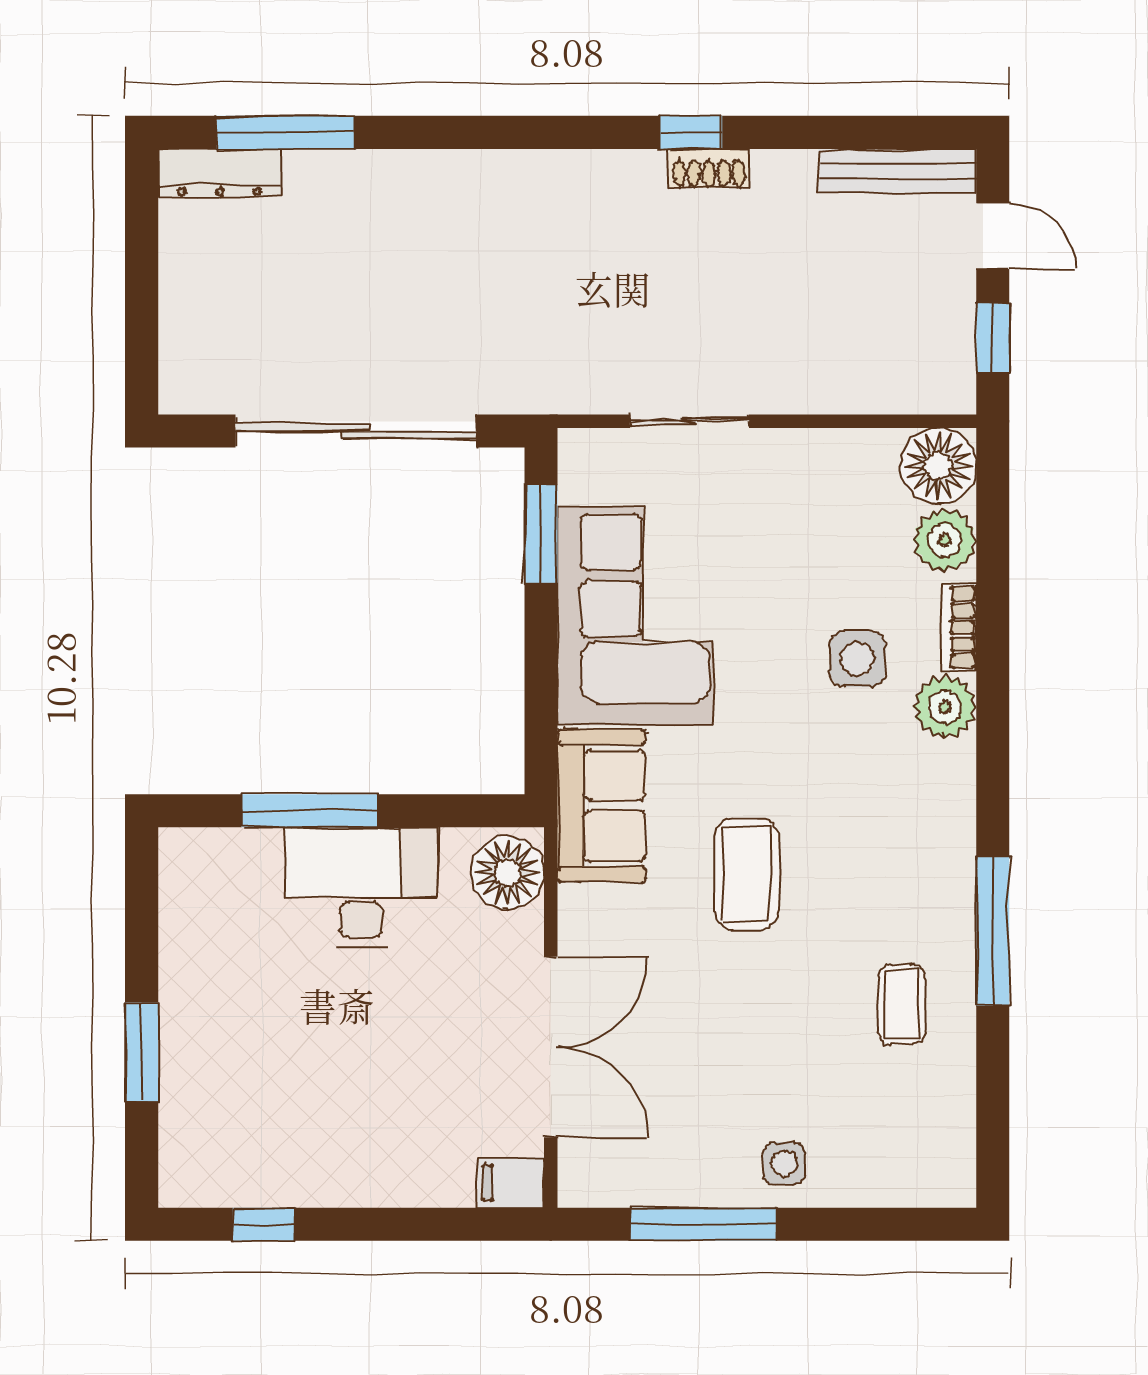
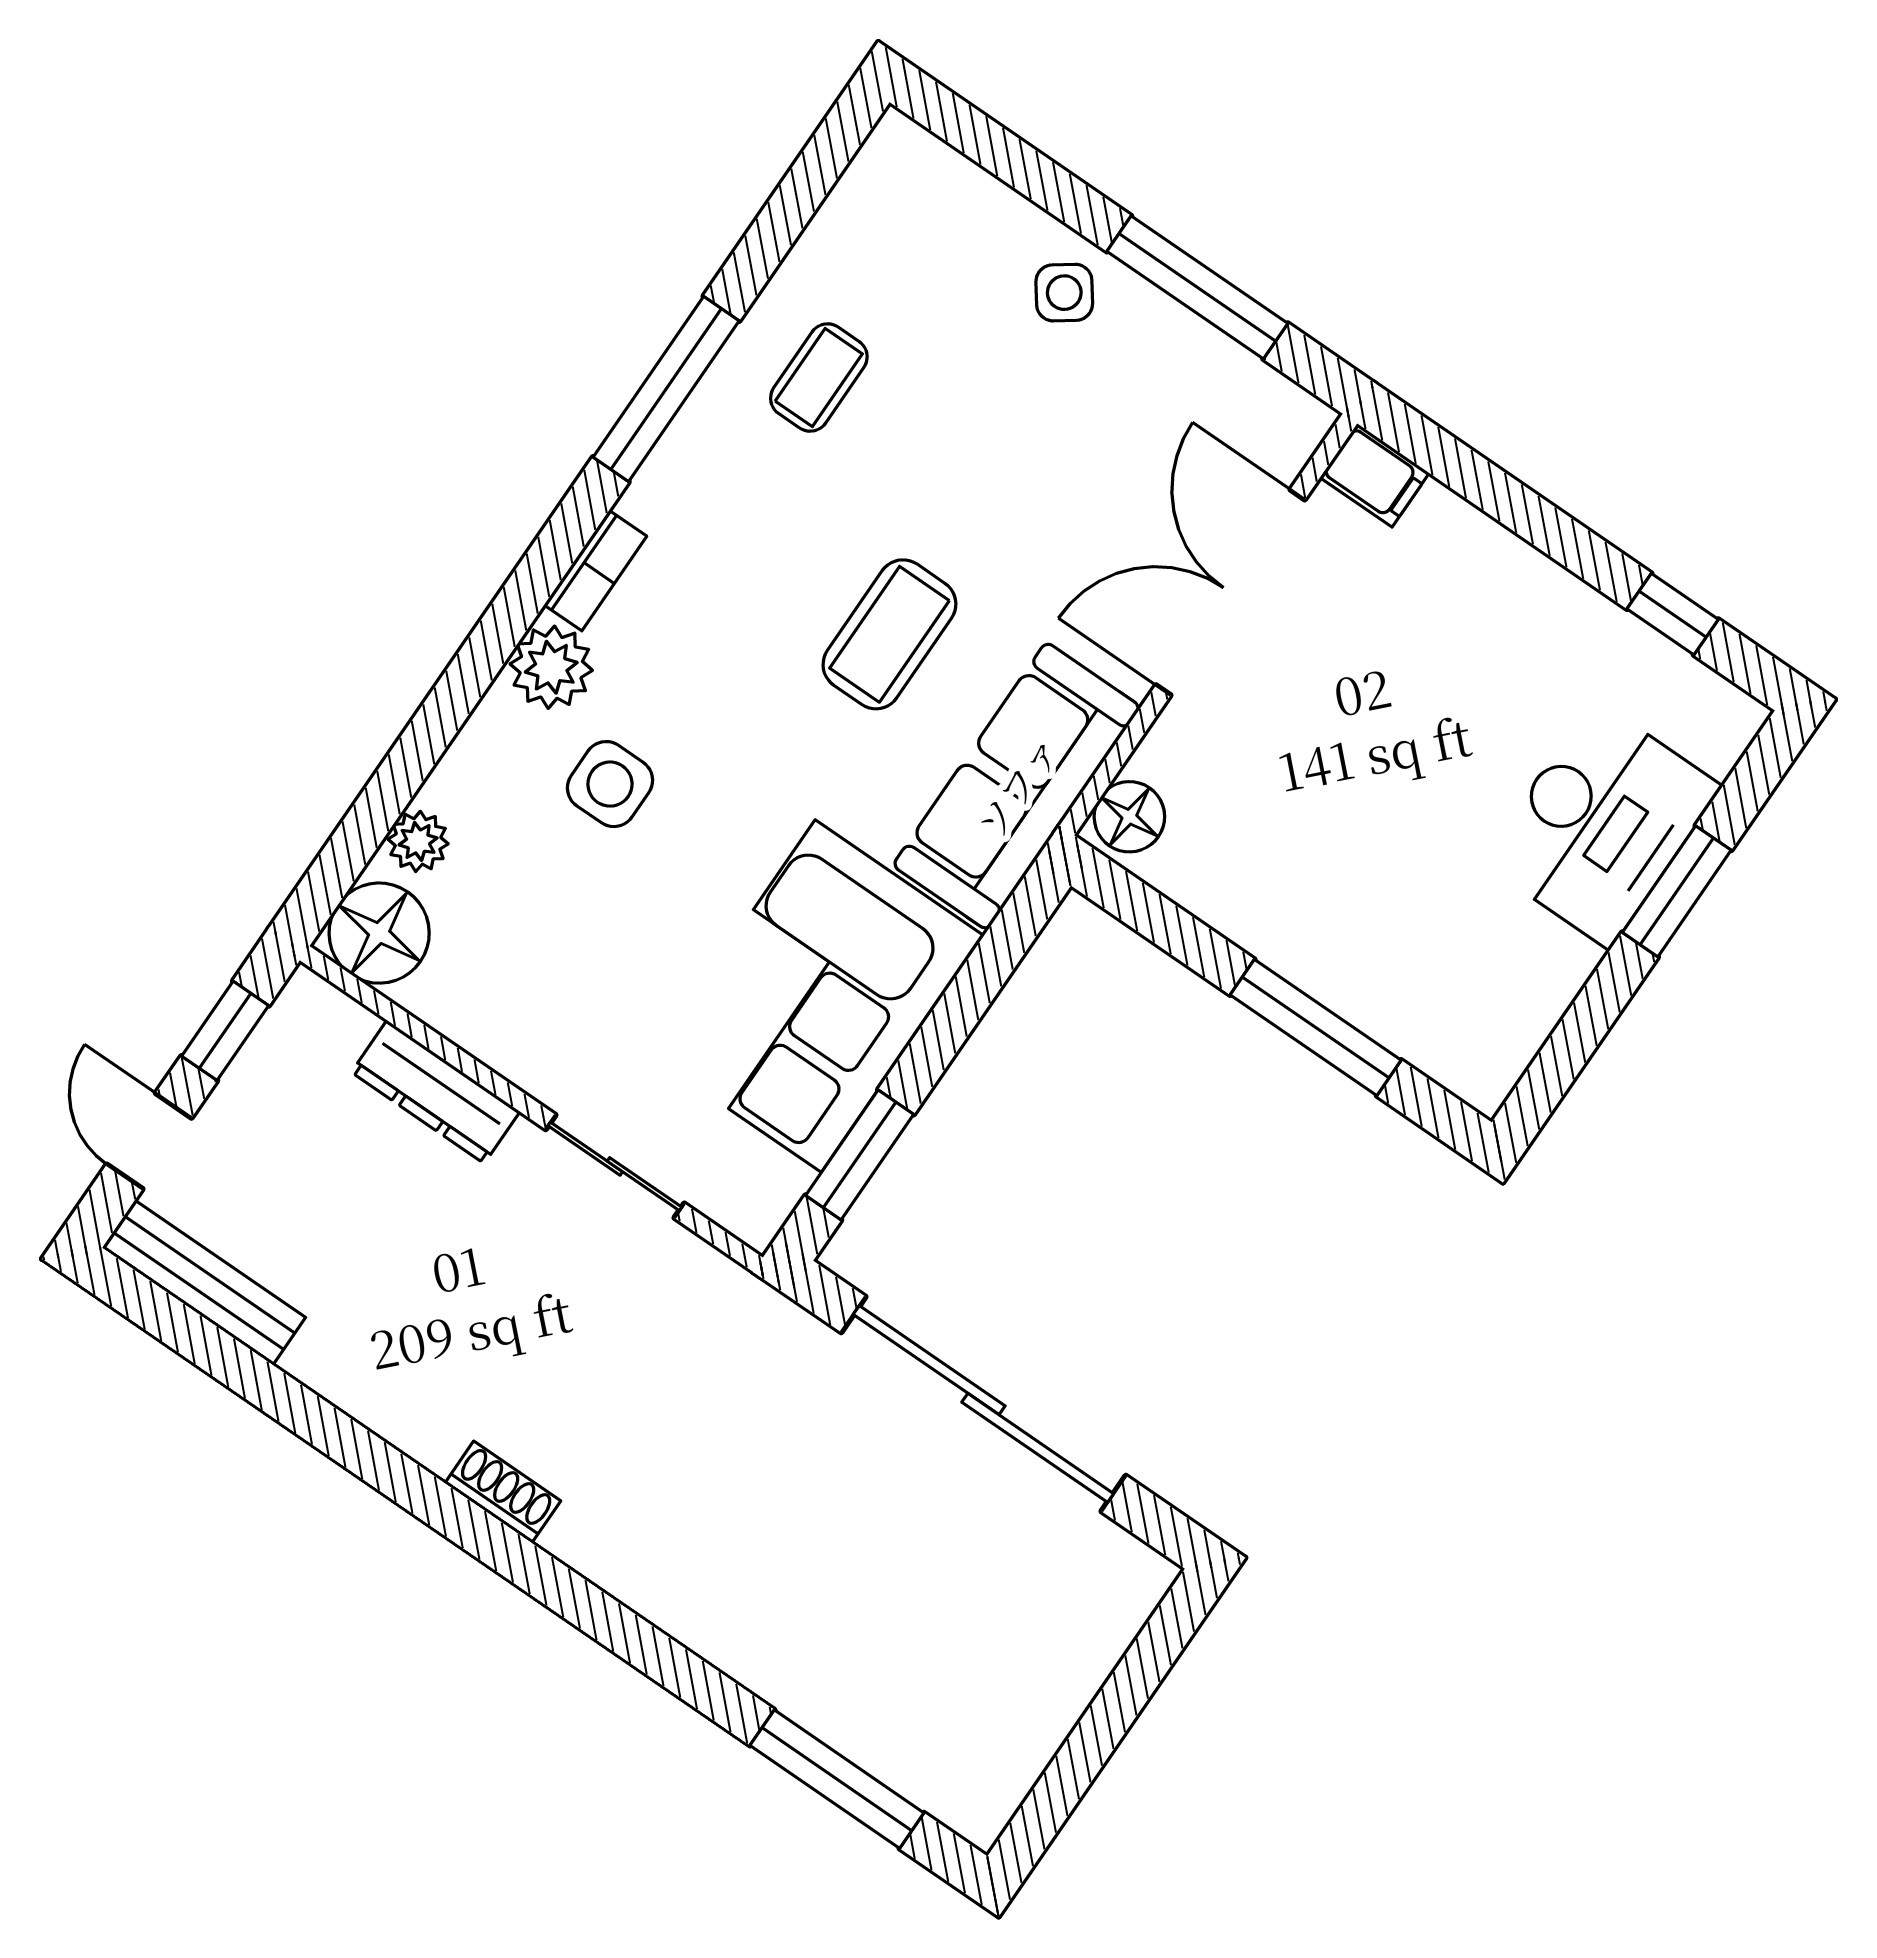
window: (691, 132) -> (399, 1478), removed
shoe rack: (709, 168) -> (503, 1492), moved
dresser: (220, 173) -> (436, 1092), moved, turned 180
plant: (945, 540) -> (418, 841), width x0.73, depth x0.73
bookcase: (959, 627) -> (595, 571), moved
sofa: (601, 806) -> (1017, 786), width x1.36
floor lamp: (507, 873) -> (1129, 817), width x0.73, depth x0.73
desk: (361, 887) -> (1601, 824), moved, turned -90
side table: (784, 1164) -> (1064, 293), turned -36

